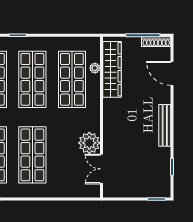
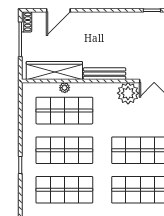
shoe rack: (156, 42) -> (27, 22), width x0.70
plant: (95, 68) -> (65, 88), moved
bench: (165, 125) -> (105, 74), moved

